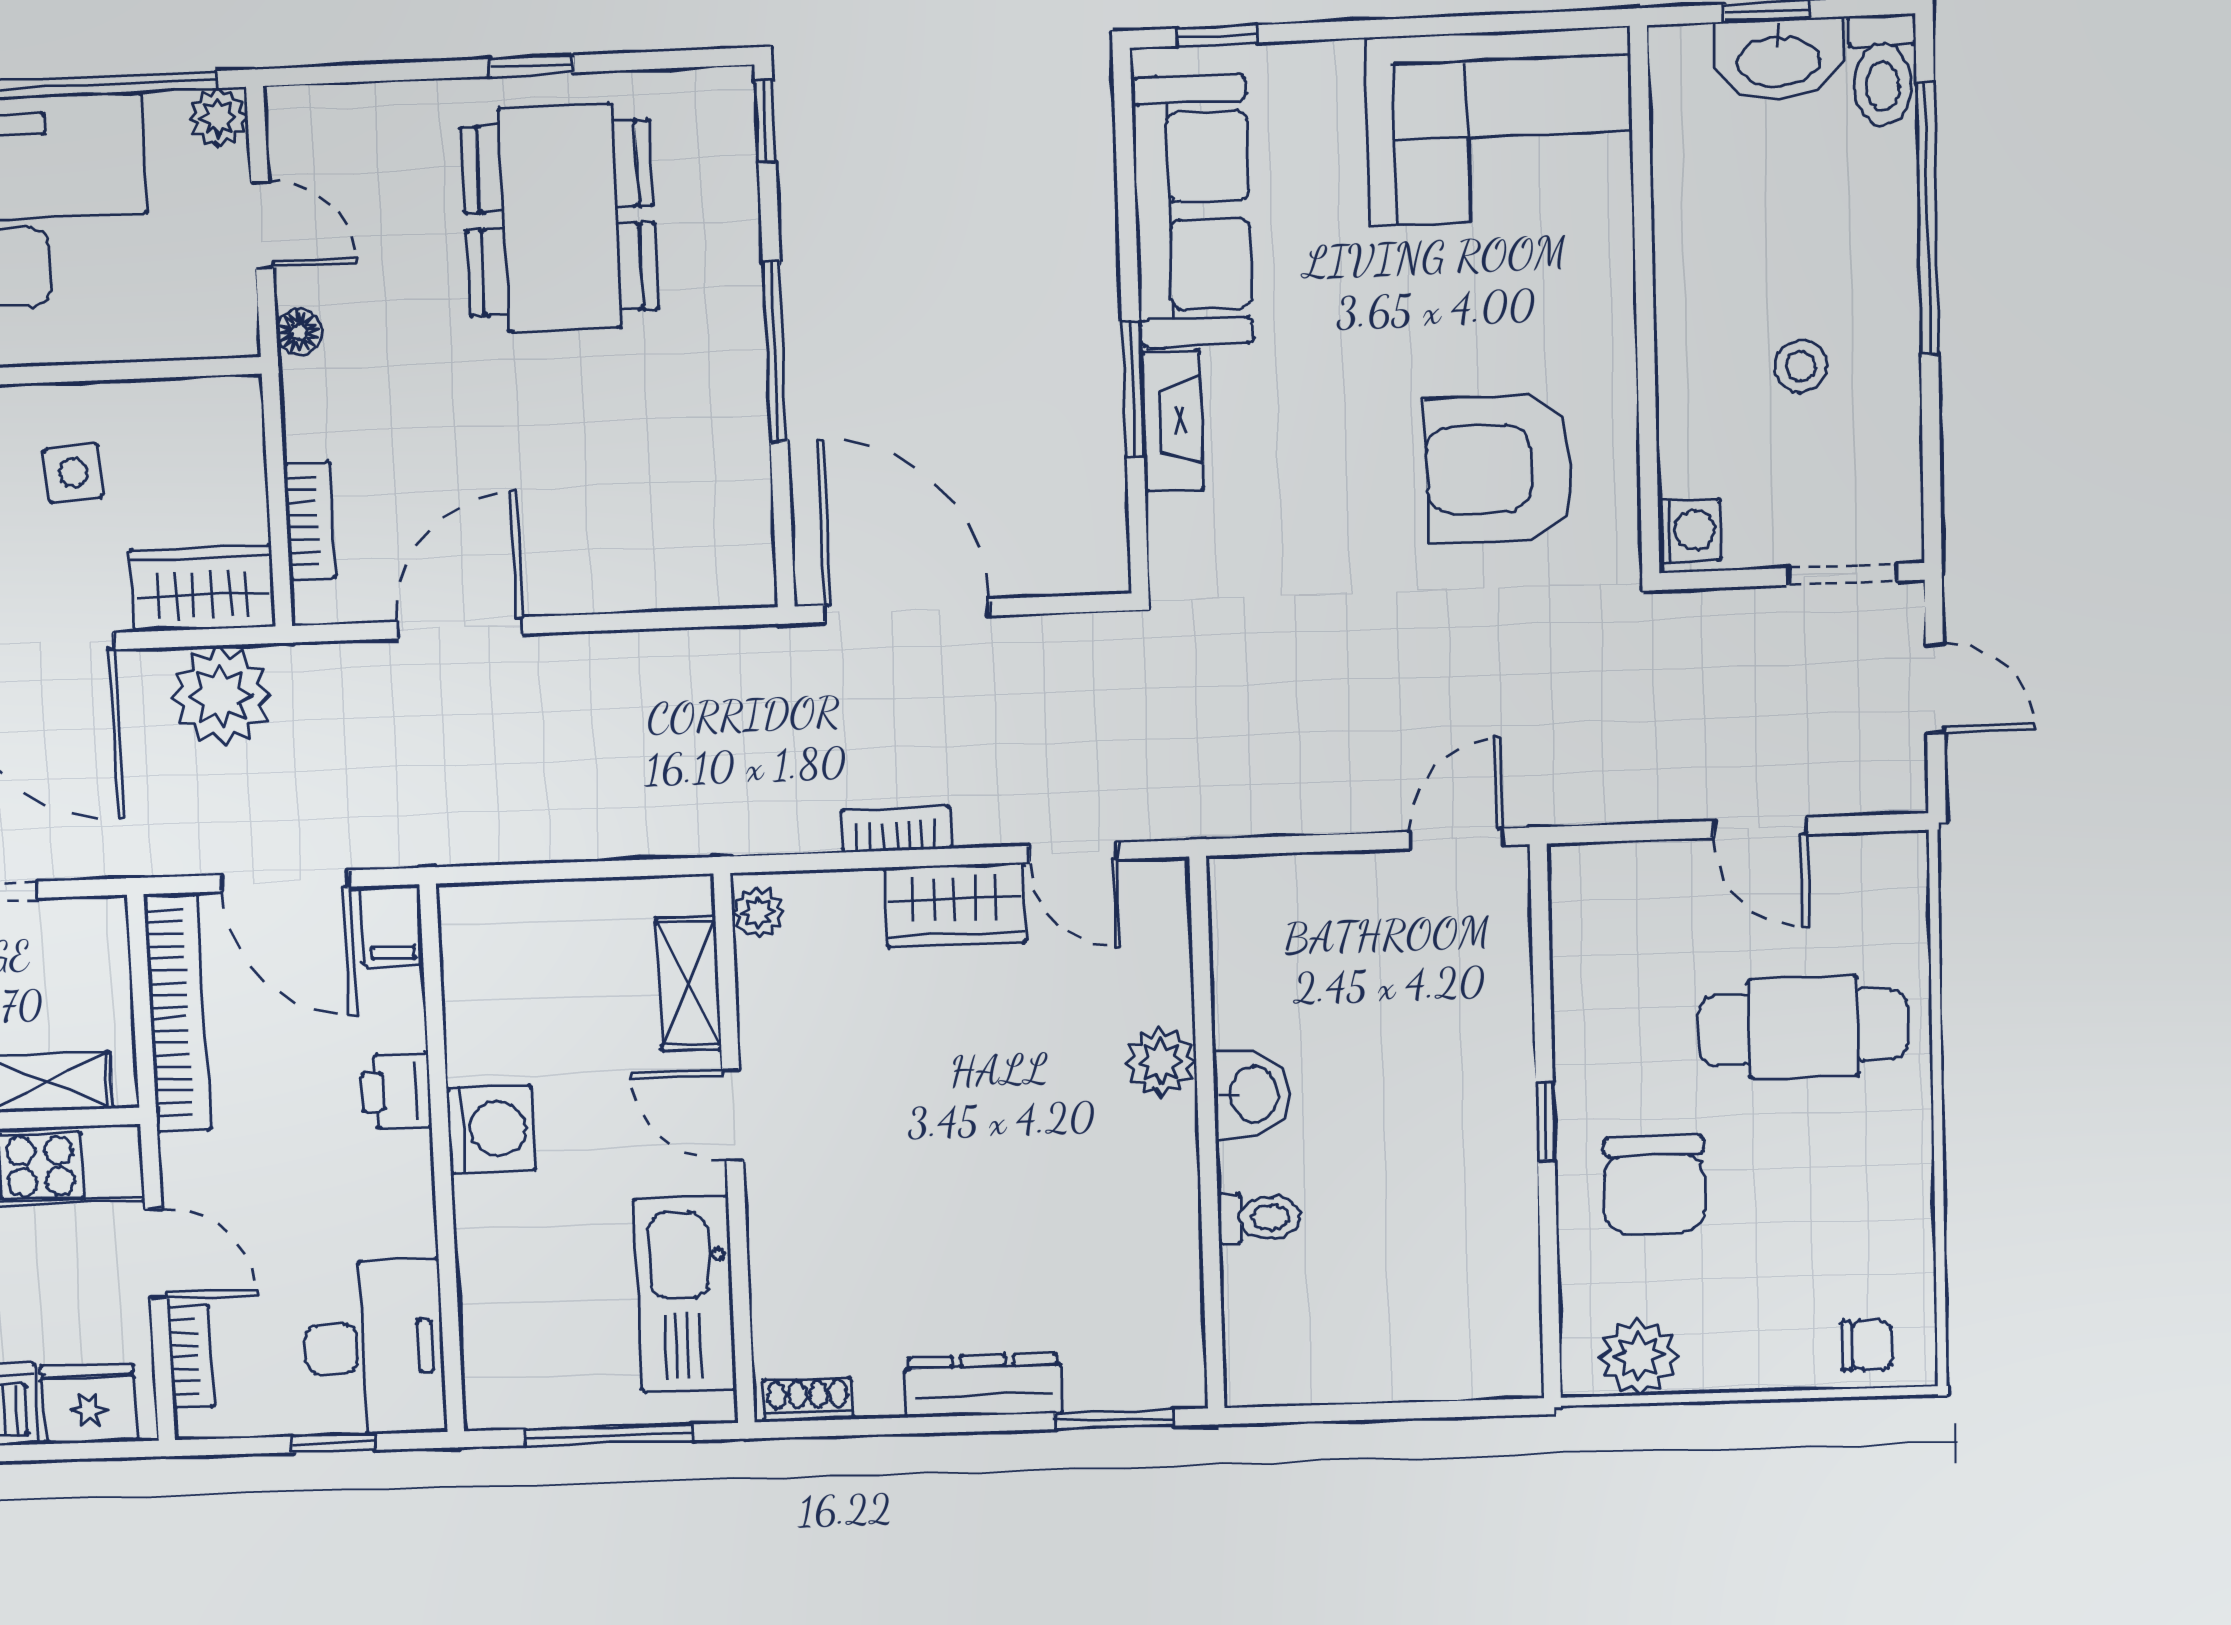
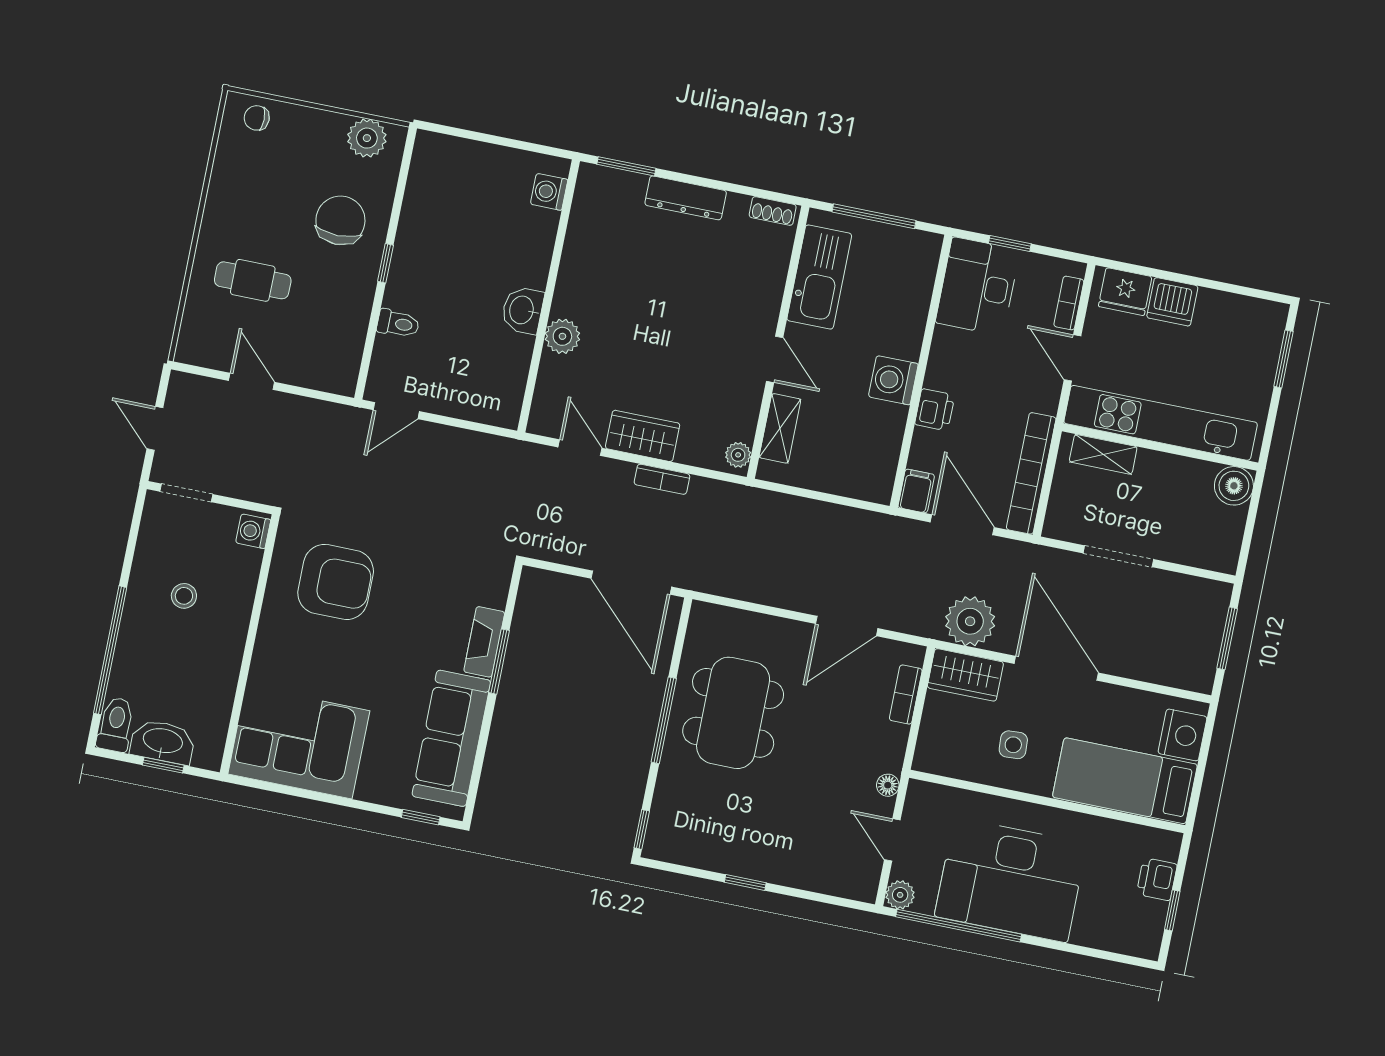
dining table: (560, 218) -> (733, 713), moved
cafe table: (1803, 1027) -> (253, 280), width x0.73, depth x0.74
toilet: (1259, 1218) -> (398, 324), moved, turned 180
washing machine: (1254, 1336) -> (549, 192), added

